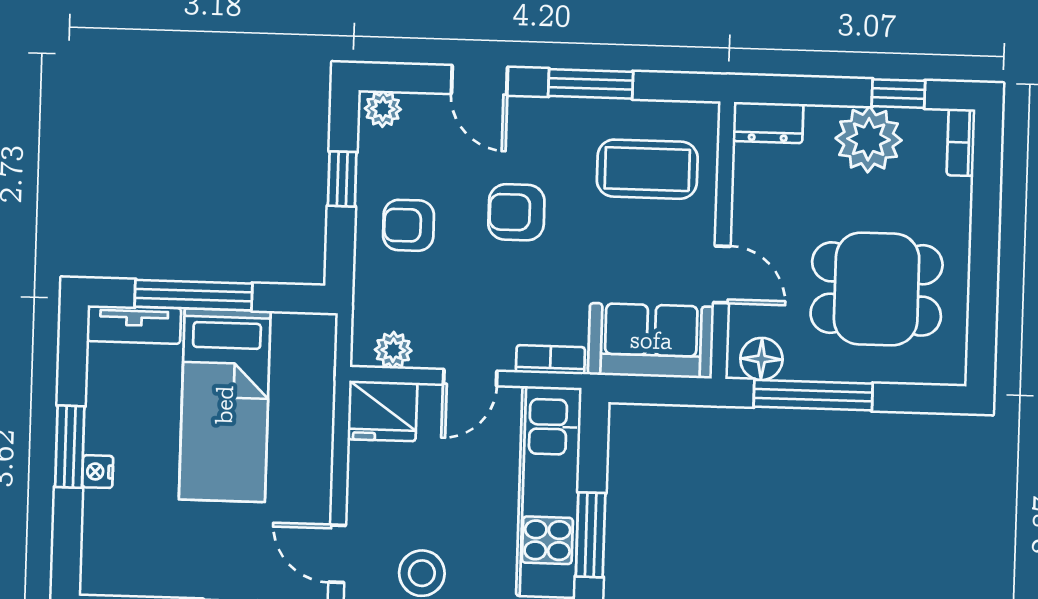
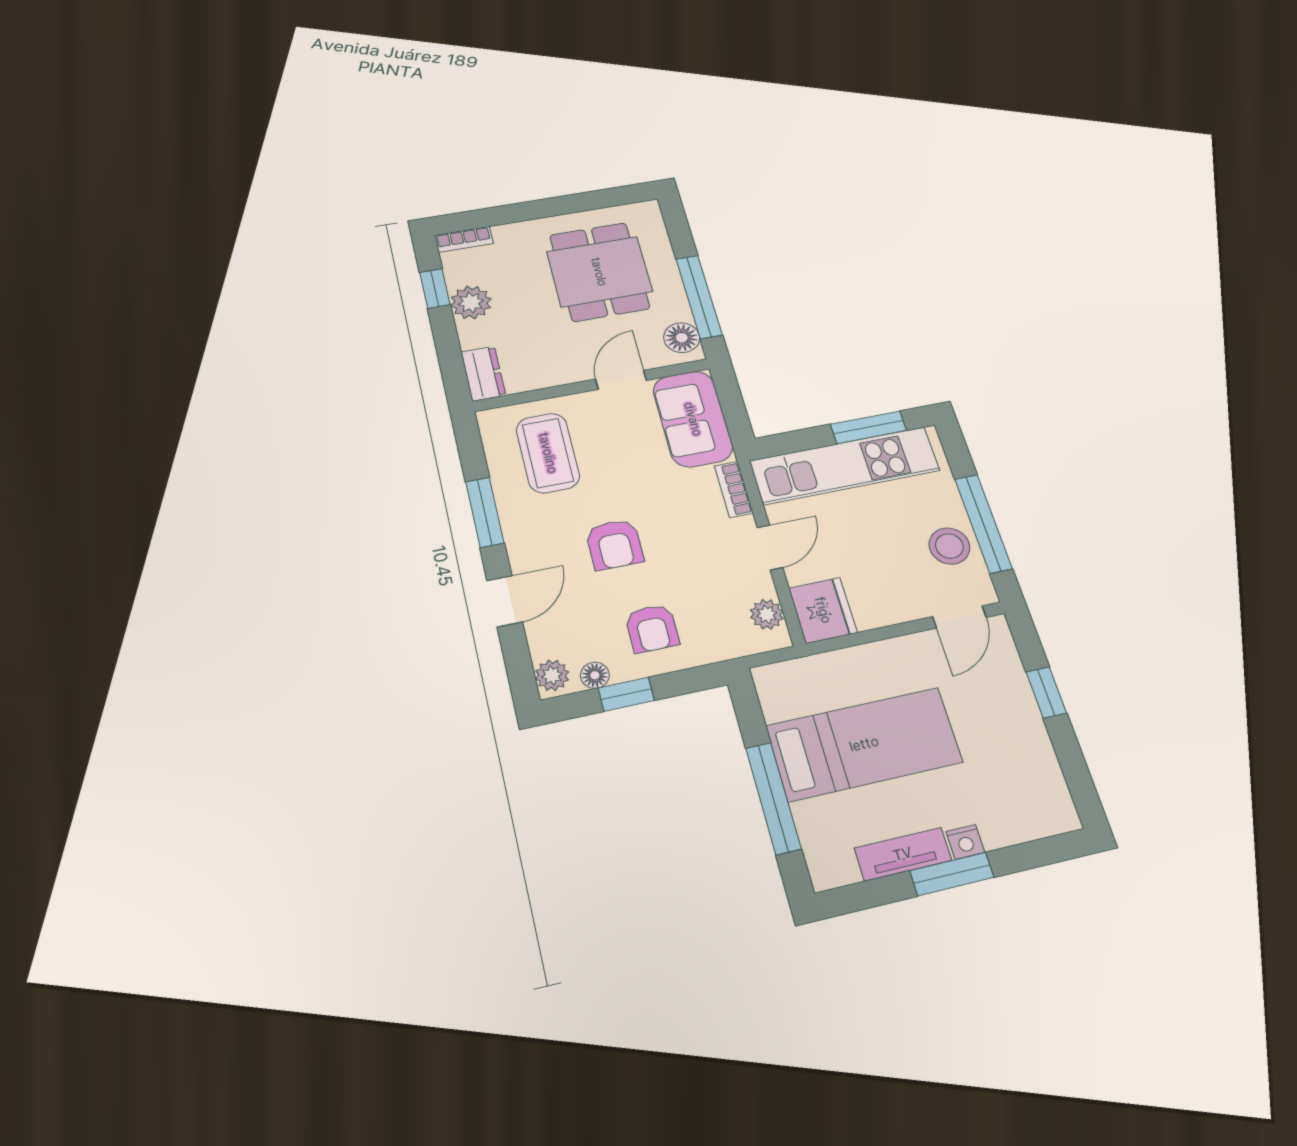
plant: (869, 139) -> (471, 302), width x0.73, depth x0.73
floor lamp: (371, 152) -> (595, 675), added
tv unit: (134, 325) -> (903, 854), moved, turned -90
door: (470, 378) -> (770, 547), hinge flipped

